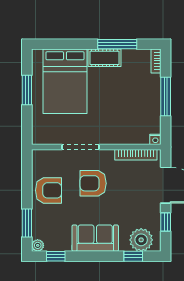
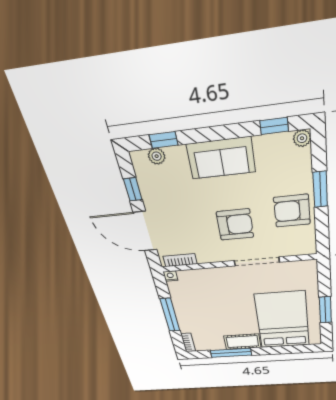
bookcase: (136, 155) -> (180, 260), width x0.64
window: (27, 223) -> (320, 189), moved
plant: (141, 240) -> (157, 156), width x0.53, depth x0.53

